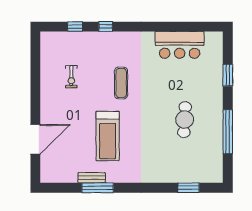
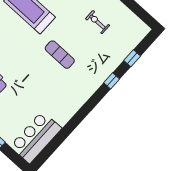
bar counter: (180, 45) -> (36, 137), moved

